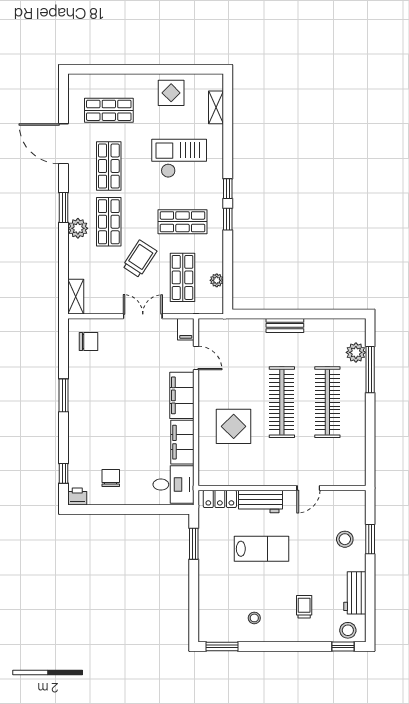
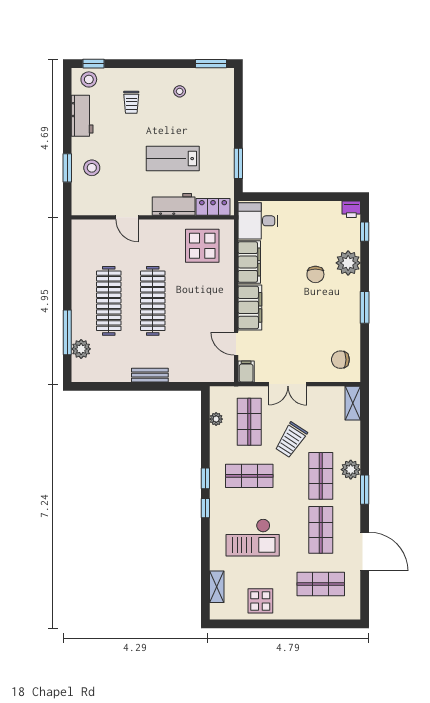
display table: (234, 426) -> (202, 246), moved
plant: (81, 441) -> (348, 263), added
chair: (111, 478) -> (315, 274), moved
door: (308, 488) -> (127, 217), swing flipped

